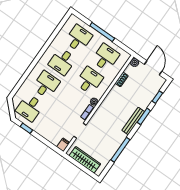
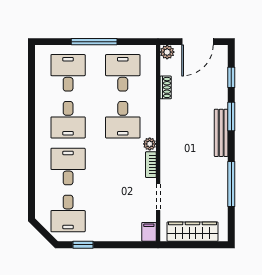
door: (153, 68) -> (197, 42), swing flipped
desk: (89, 80) -> (123, 120), turned 180

